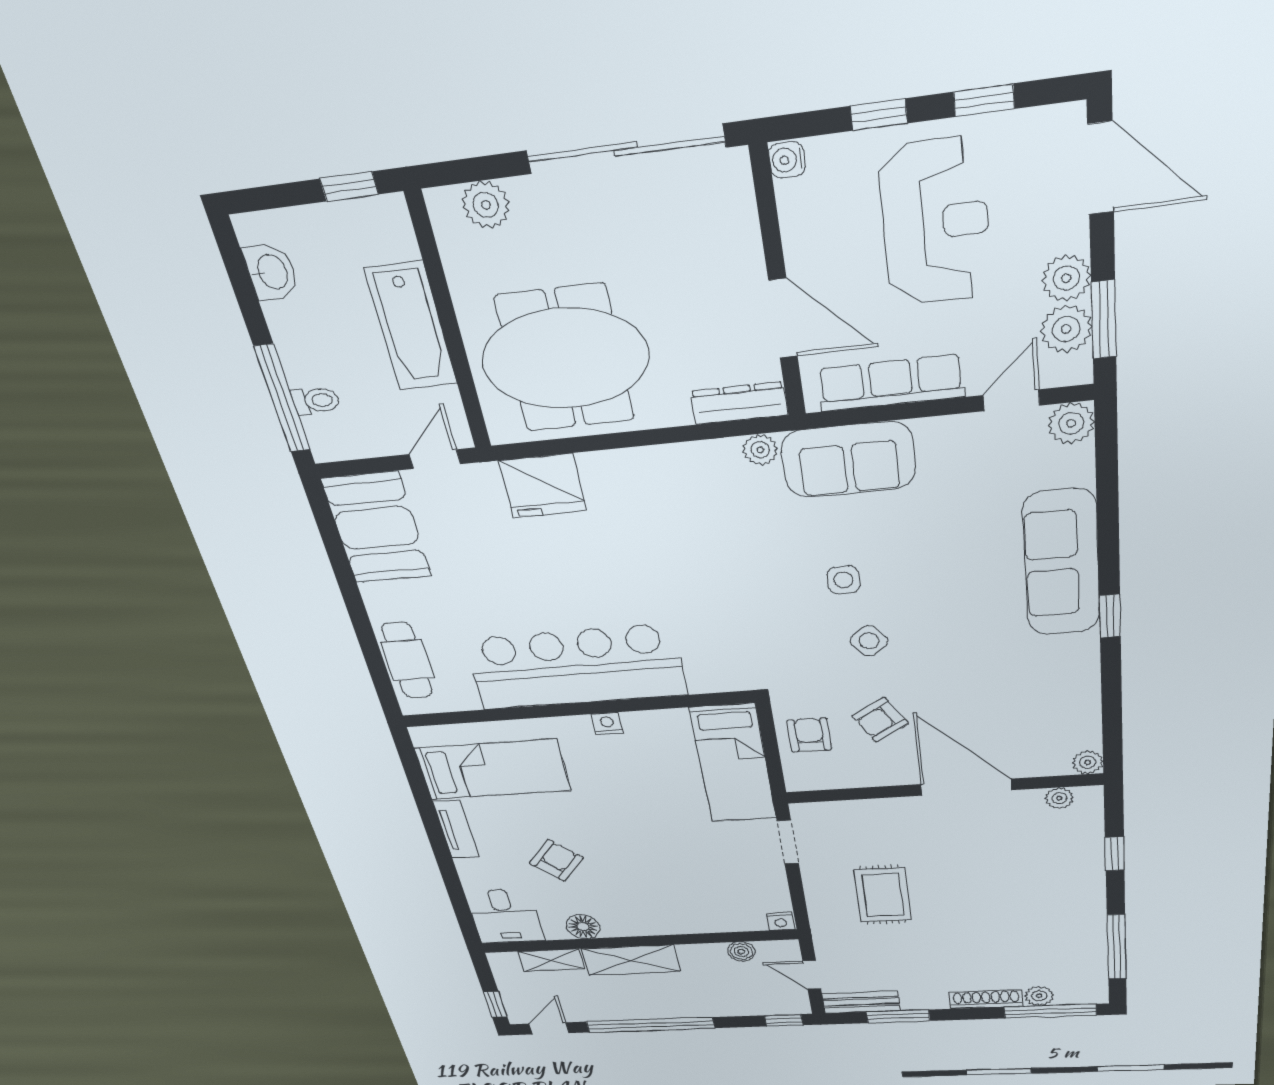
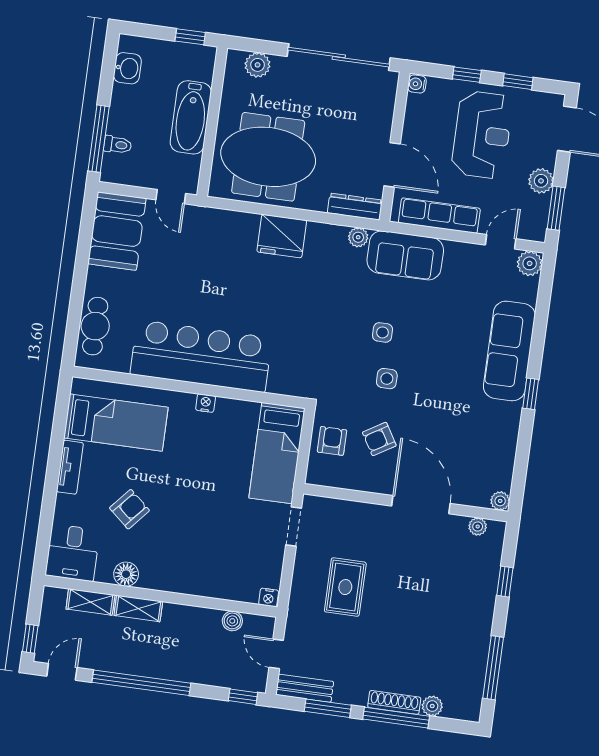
plant: (1066, 329) -> (536, 208), removed
door: (435, 459) -> (171, 197), swing flipped
fridge: (543, 486) -> (282, 236), moved
side table: (869, 641) -> (387, 379), turned 38
shelving: (631, 960) -> (138, 608), width x0.67, depth x0.75
window: (1050, 1011) -> (396, 718), moved

